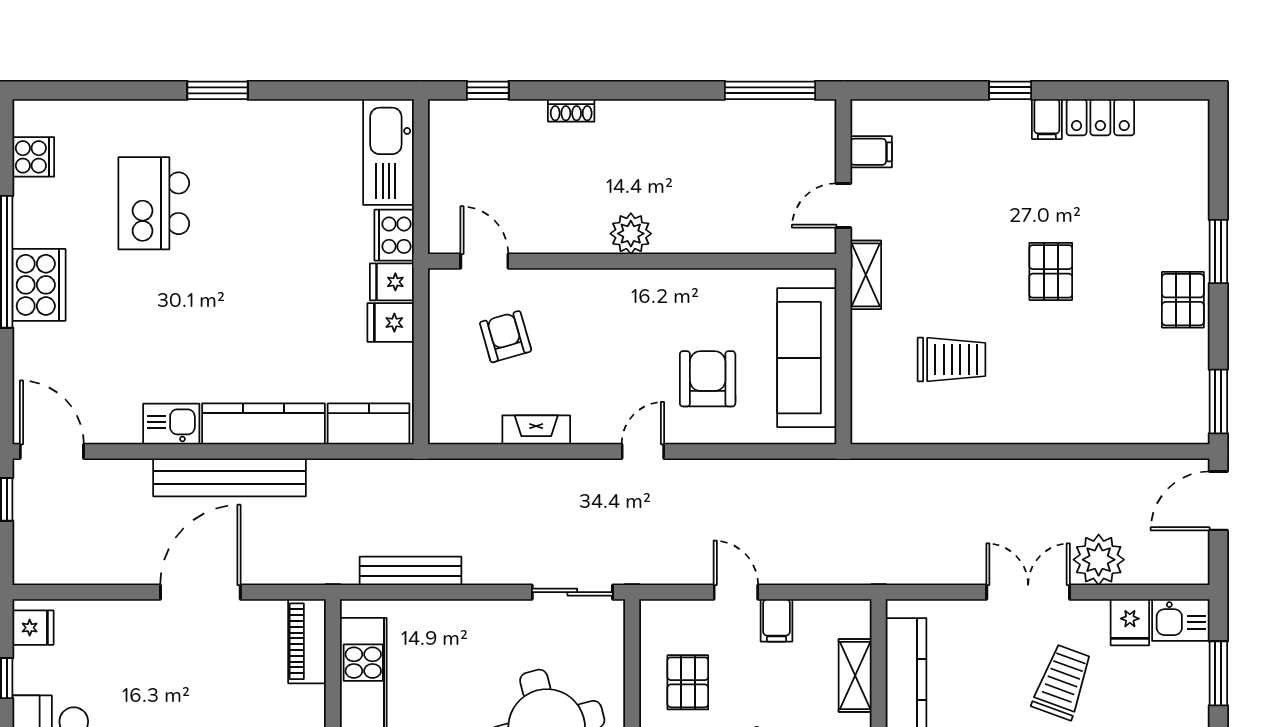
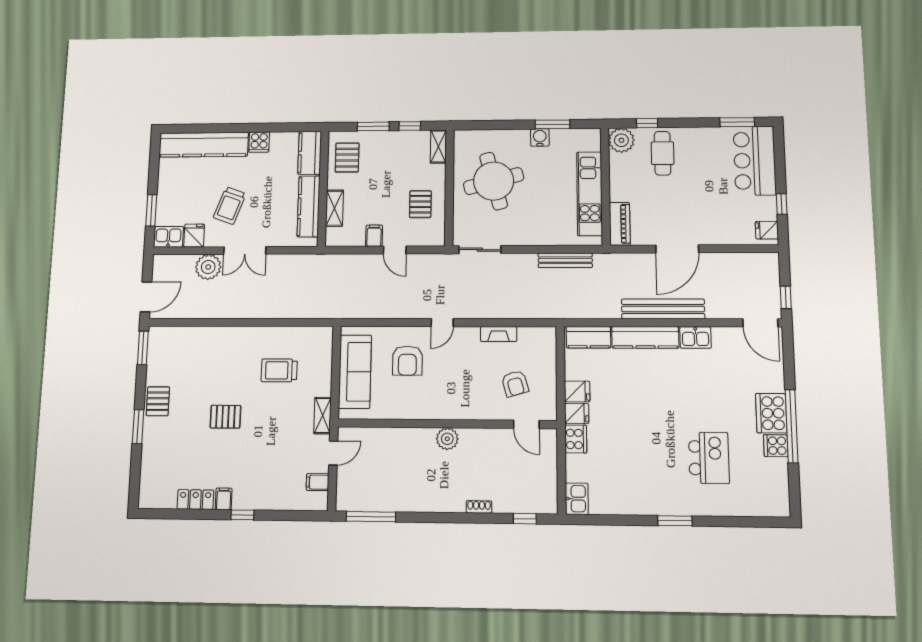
kitchen sink: (388, 152) -> (577, 499), width x0.53, depth x0.81
cooker: (33, 157) -> (776, 446), moved
pallet: (1051, 271) -> (225, 417), turned 90

